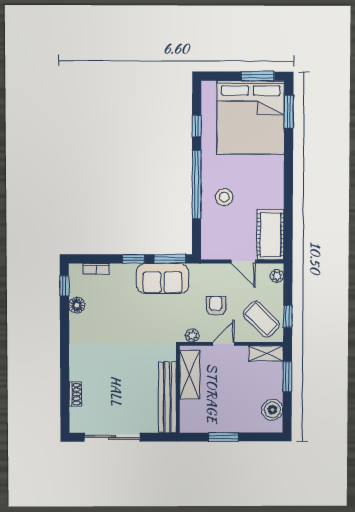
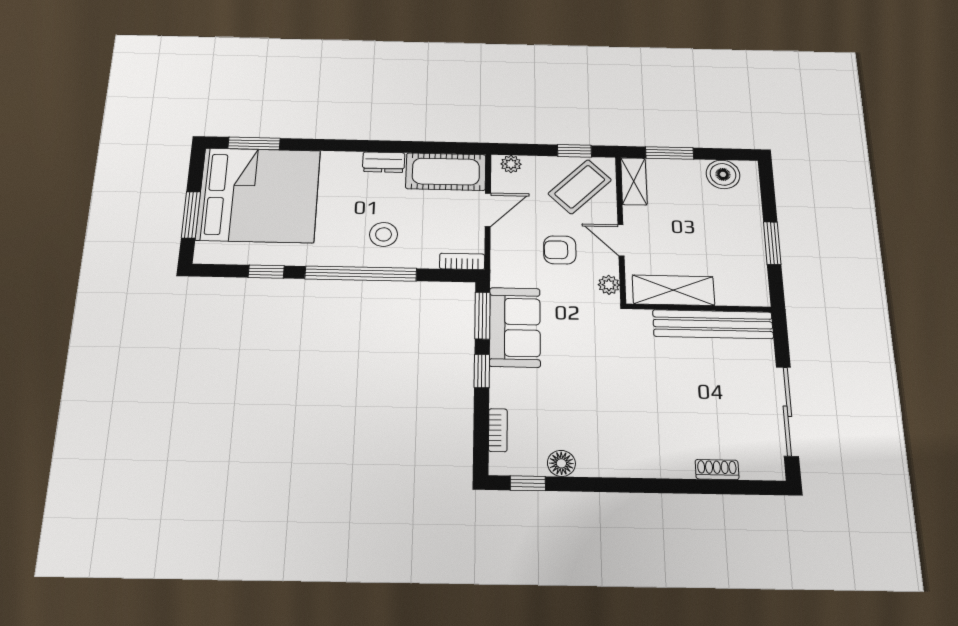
window: (258, 76) -> (191, 215), moved
dresser: (277, 195) -> (384, 162), added
bookcase: (206, 246) -> (462, 261), added

